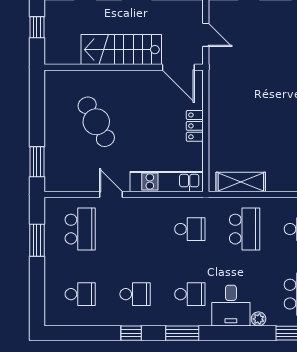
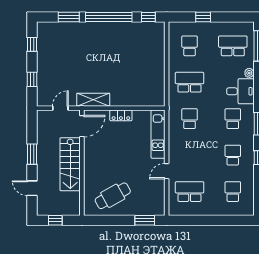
cafe table: (96, 122) -> (113, 196), moved
shelving: (241, 182) -> (93, 100), moved, turned 90
window: (37, 240) -> (197, 220), removed

